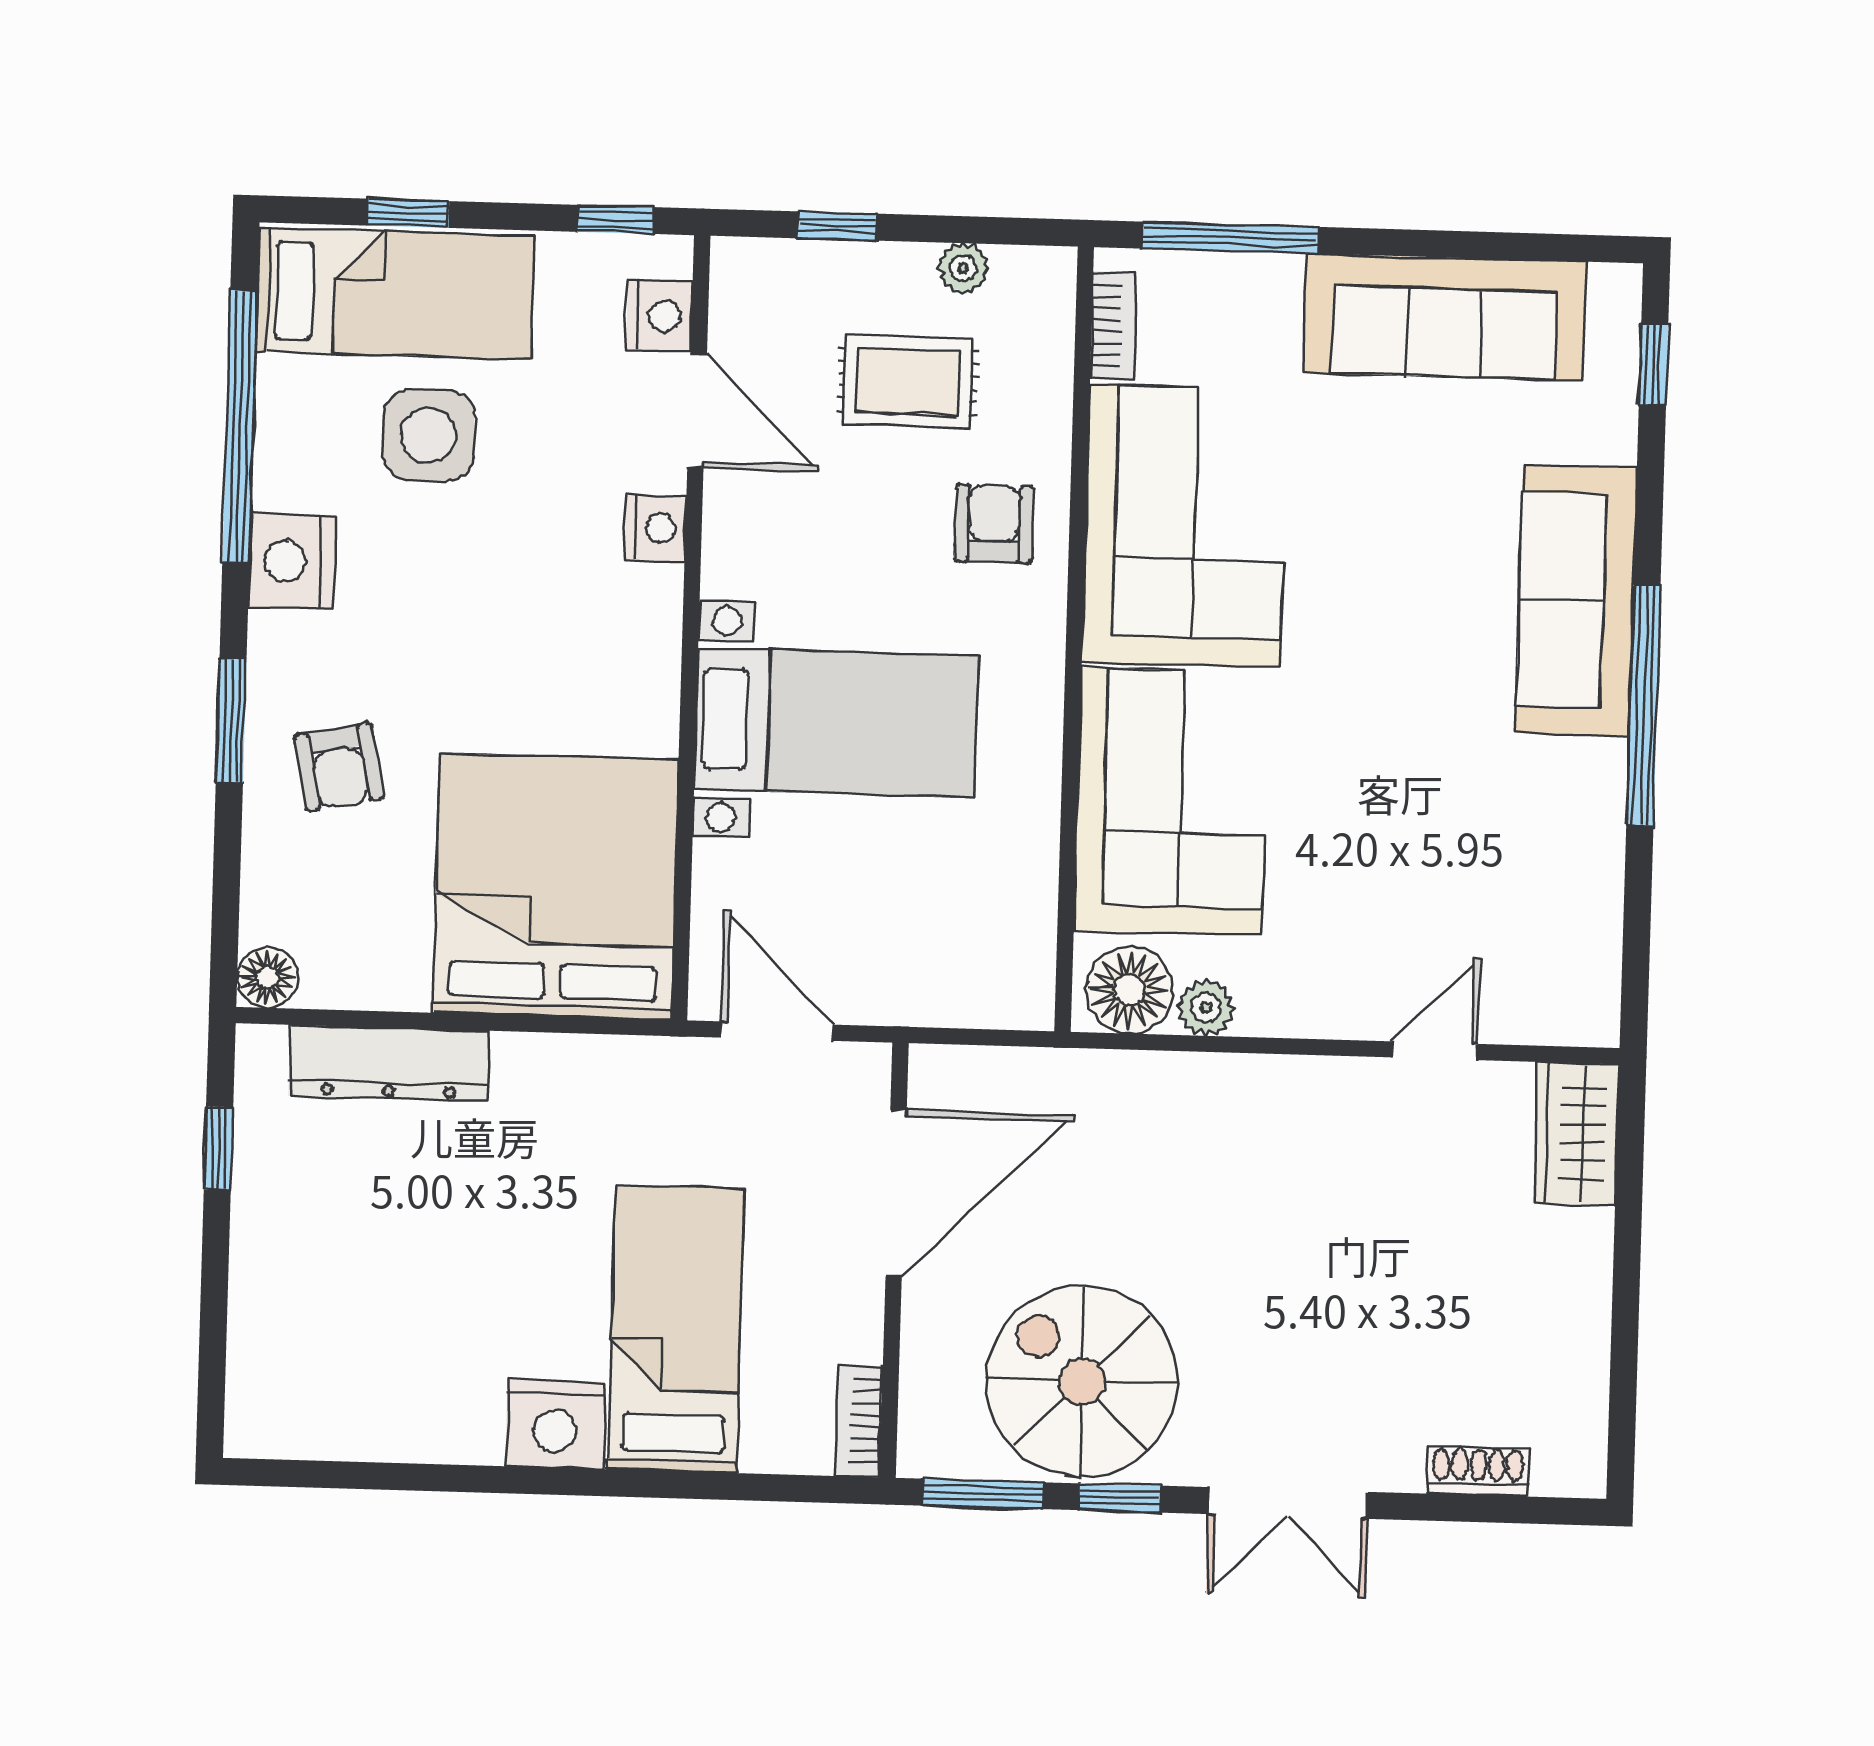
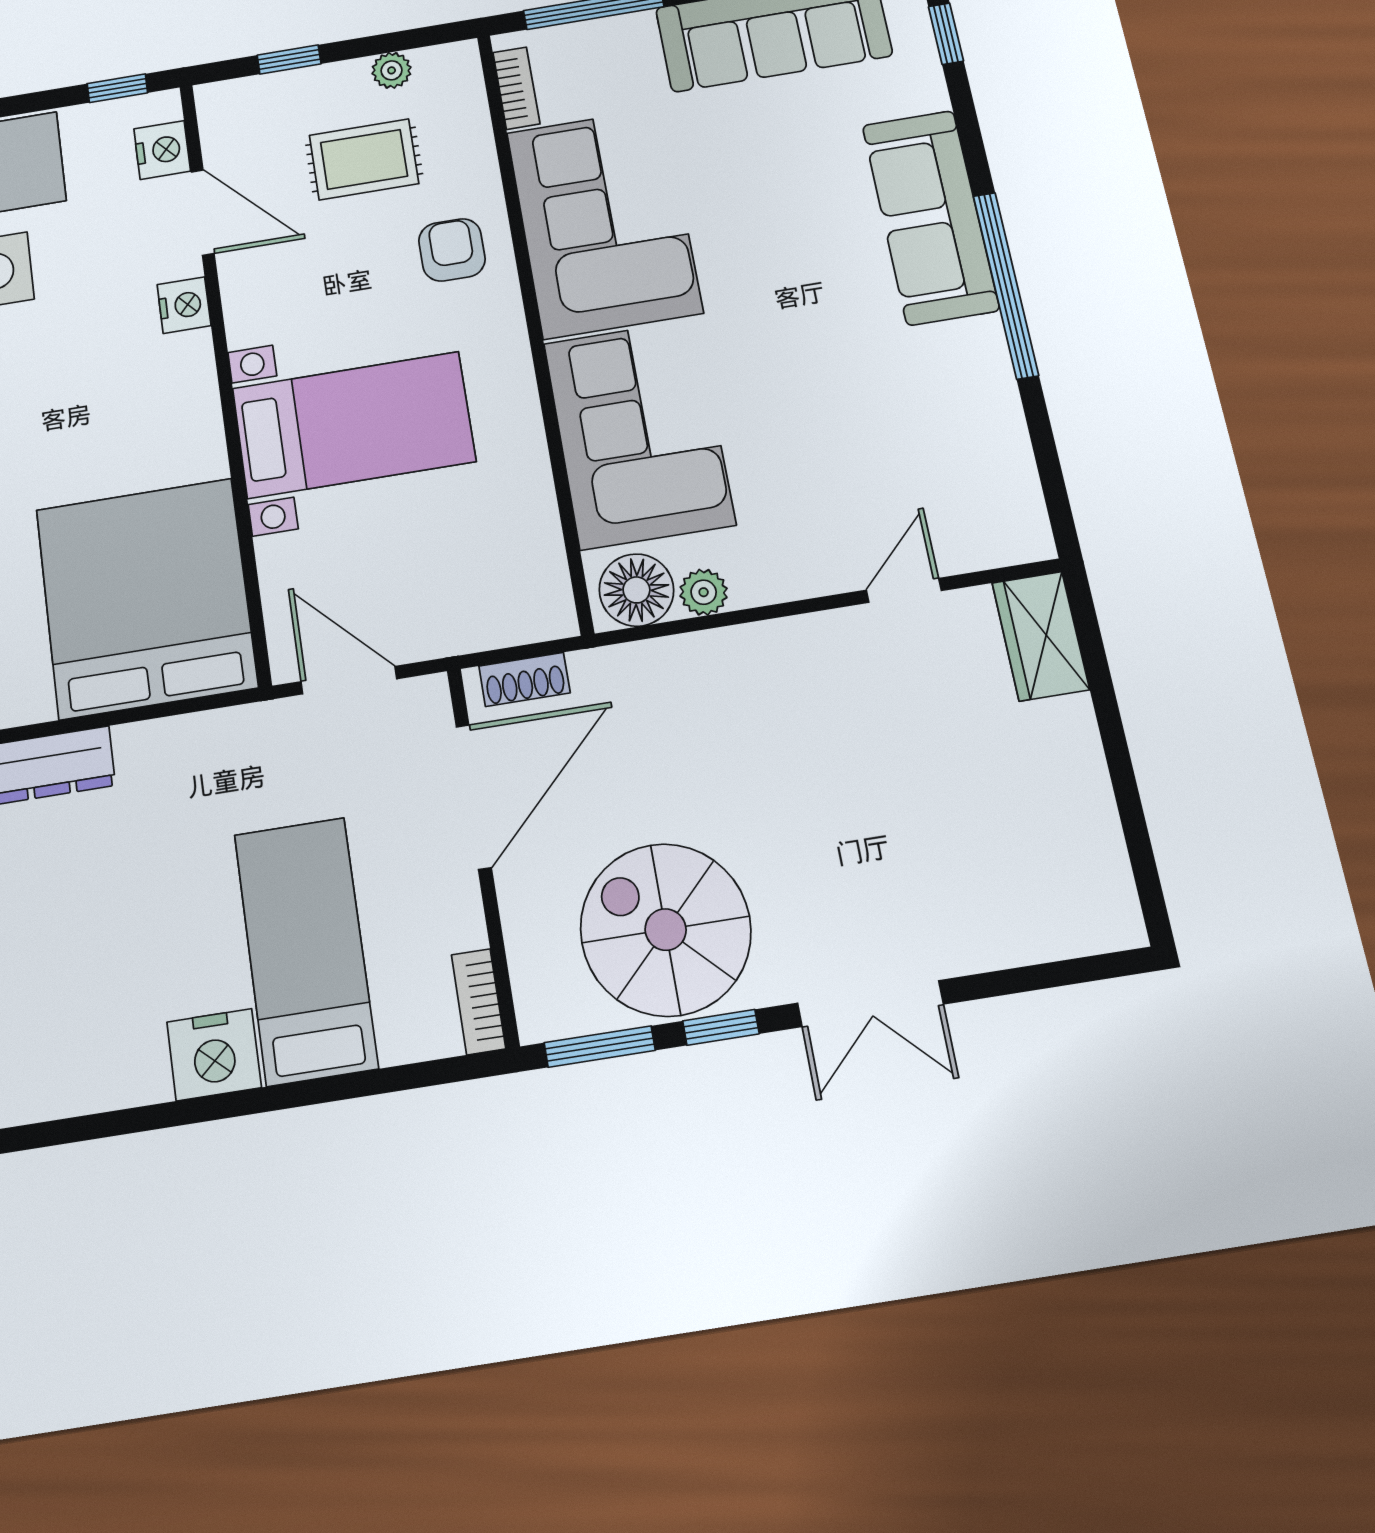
shoe rack: (1478, 1471) -> (524, 679), moved, turned 180

